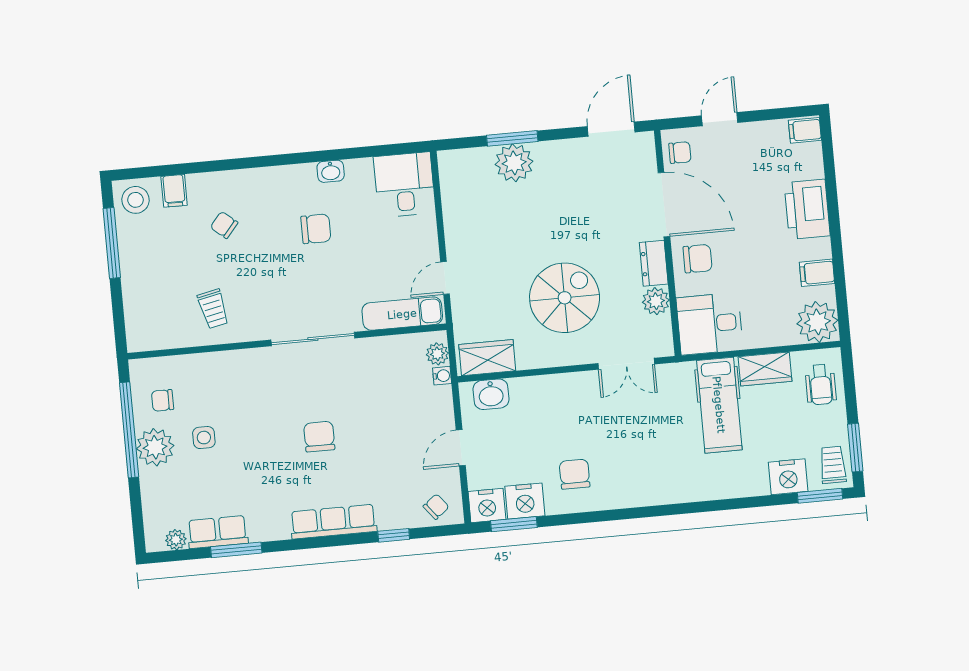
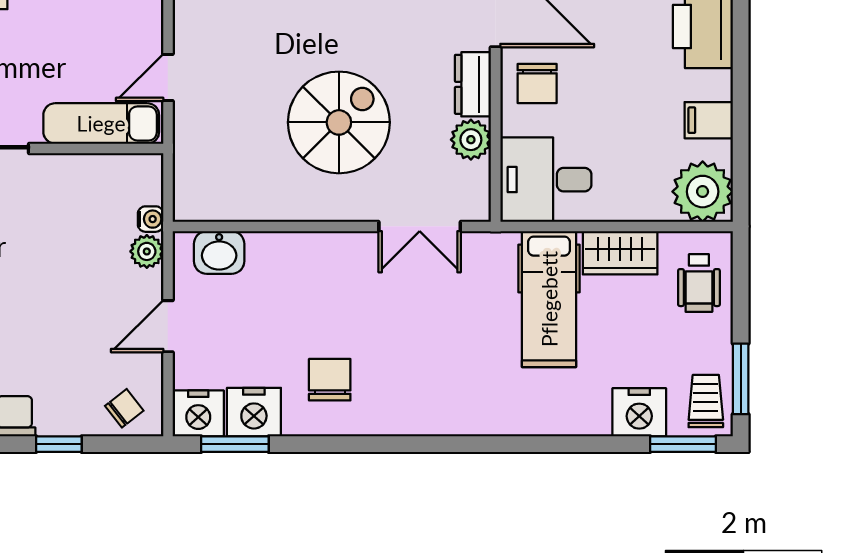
chair: (698, 259) -> (537, 83), turned 90
plant: (437, 354) -> (147, 251), moved
wardrobe: (487, 358) -> (219, 199), removed

